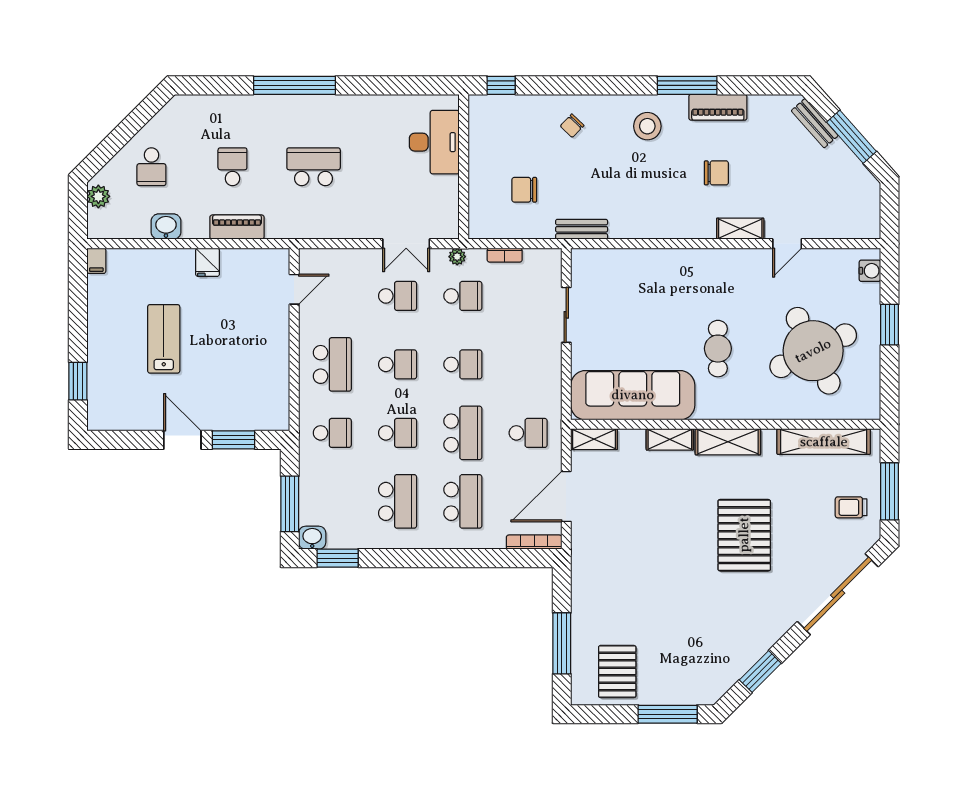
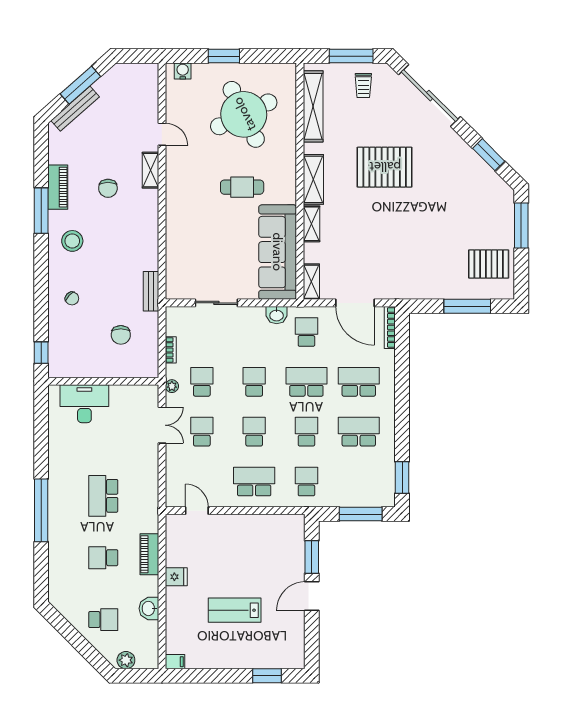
bench: (815, 123) -> (75, 109), width x1.36
chair: (716, 173) -> (108, 188), turned 180
washbasin: (312, 538) -> (277, 315), moved, turned -90

